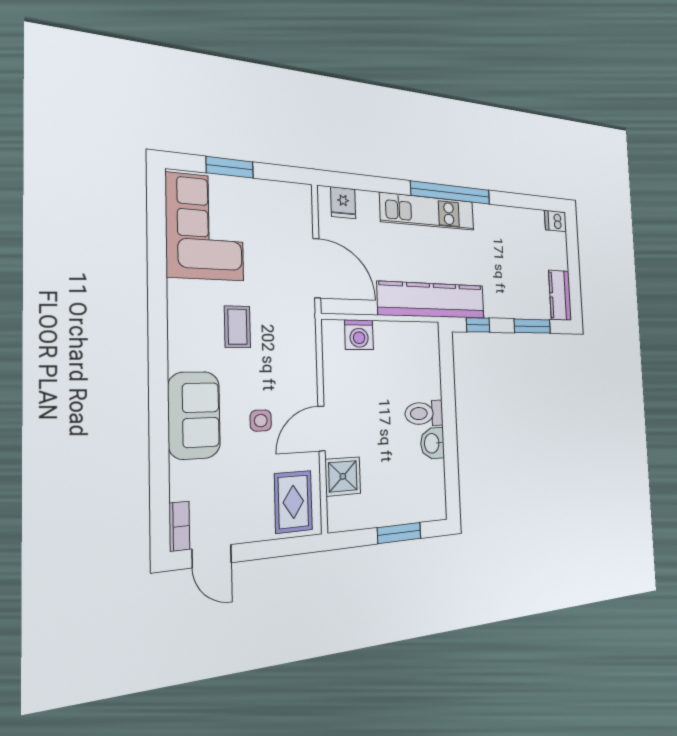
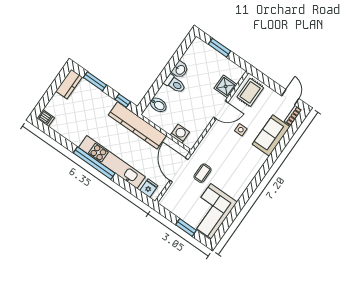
kitchen unit: (428, 212) -> (112, 162), width x1.36
coffee table: (237, 327) -> (202, 173), moved
bidet: (425, 358) -> (158, 105), added
sofa: (194, 415) -> (271, 135), moved

